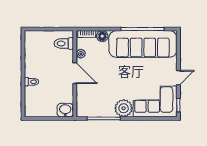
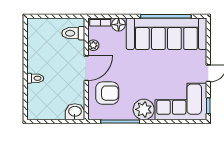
door: (75, 73) -> (86, 68), hinge flipped
armchair: (93, 94) -> (107, 93), added

